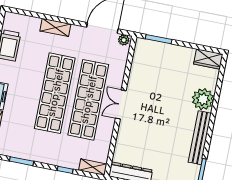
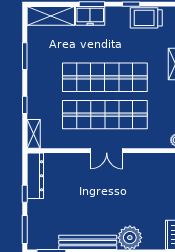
double door: (121, 104) -> (107, 151), swing flipped

